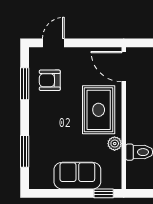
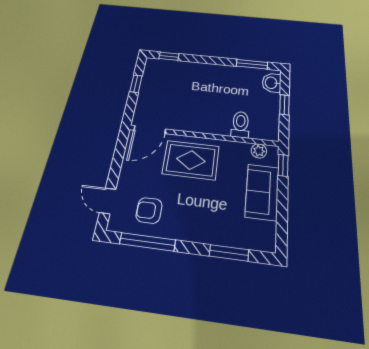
armchair: (50, 80) -> (149, 210), turned 90
window: (25, 84) -> (147, 242), width x1.44
plant: (115, 144) -> (259, 151), moved

